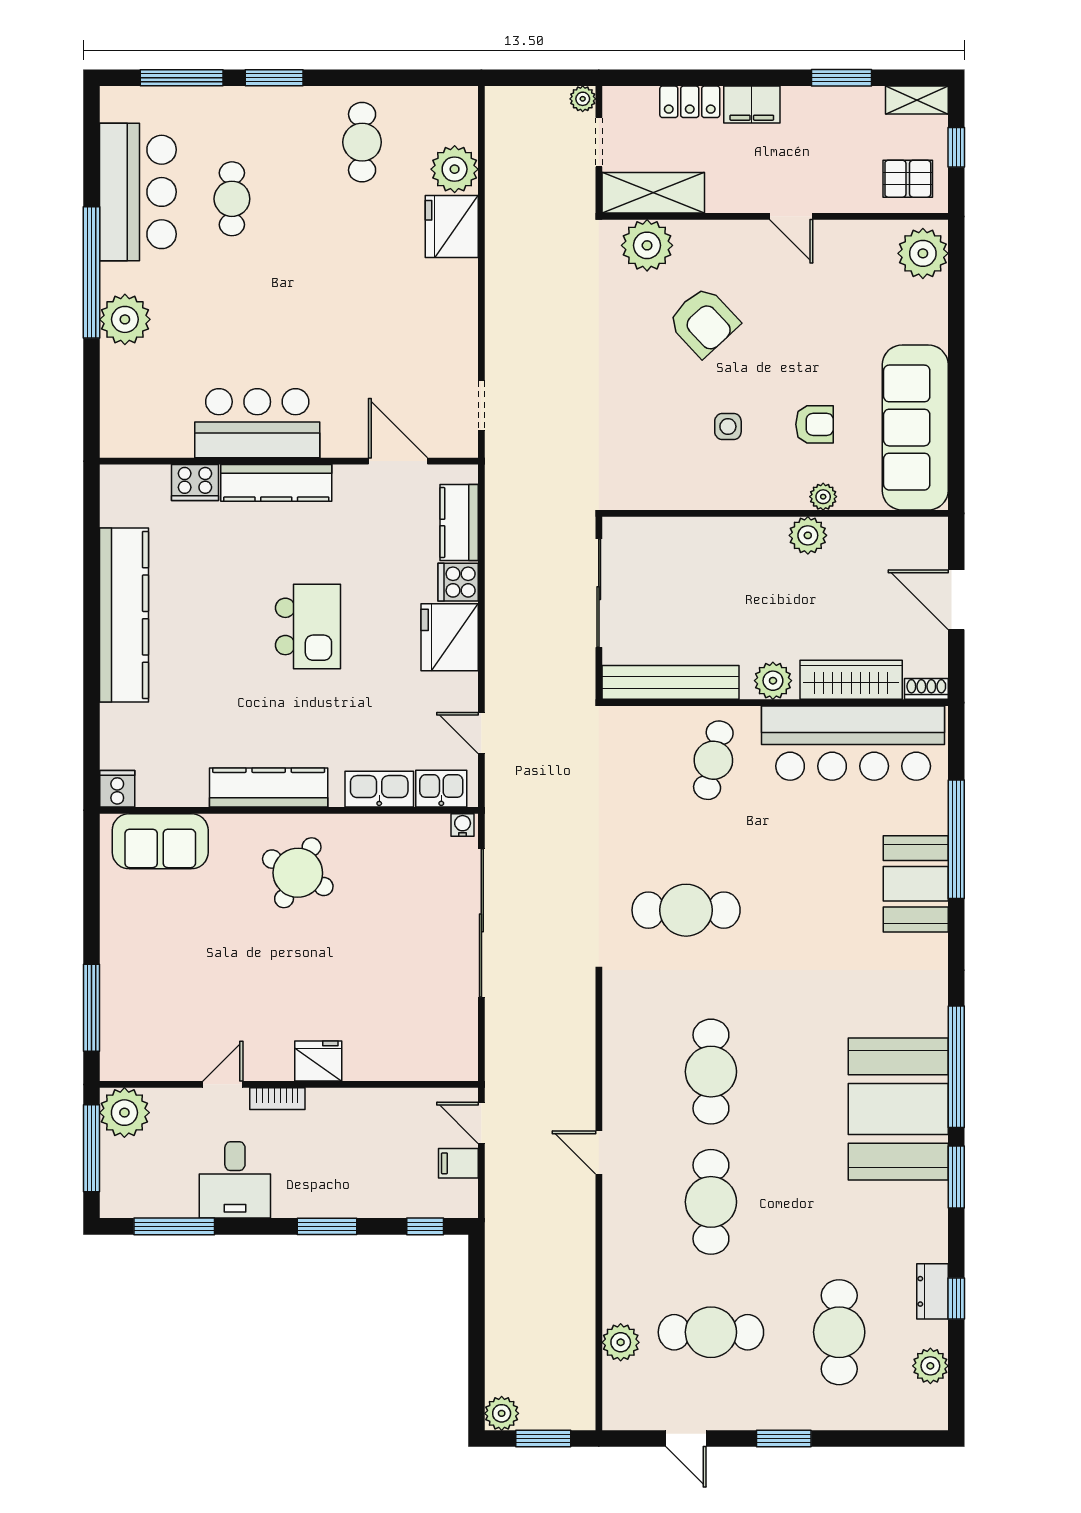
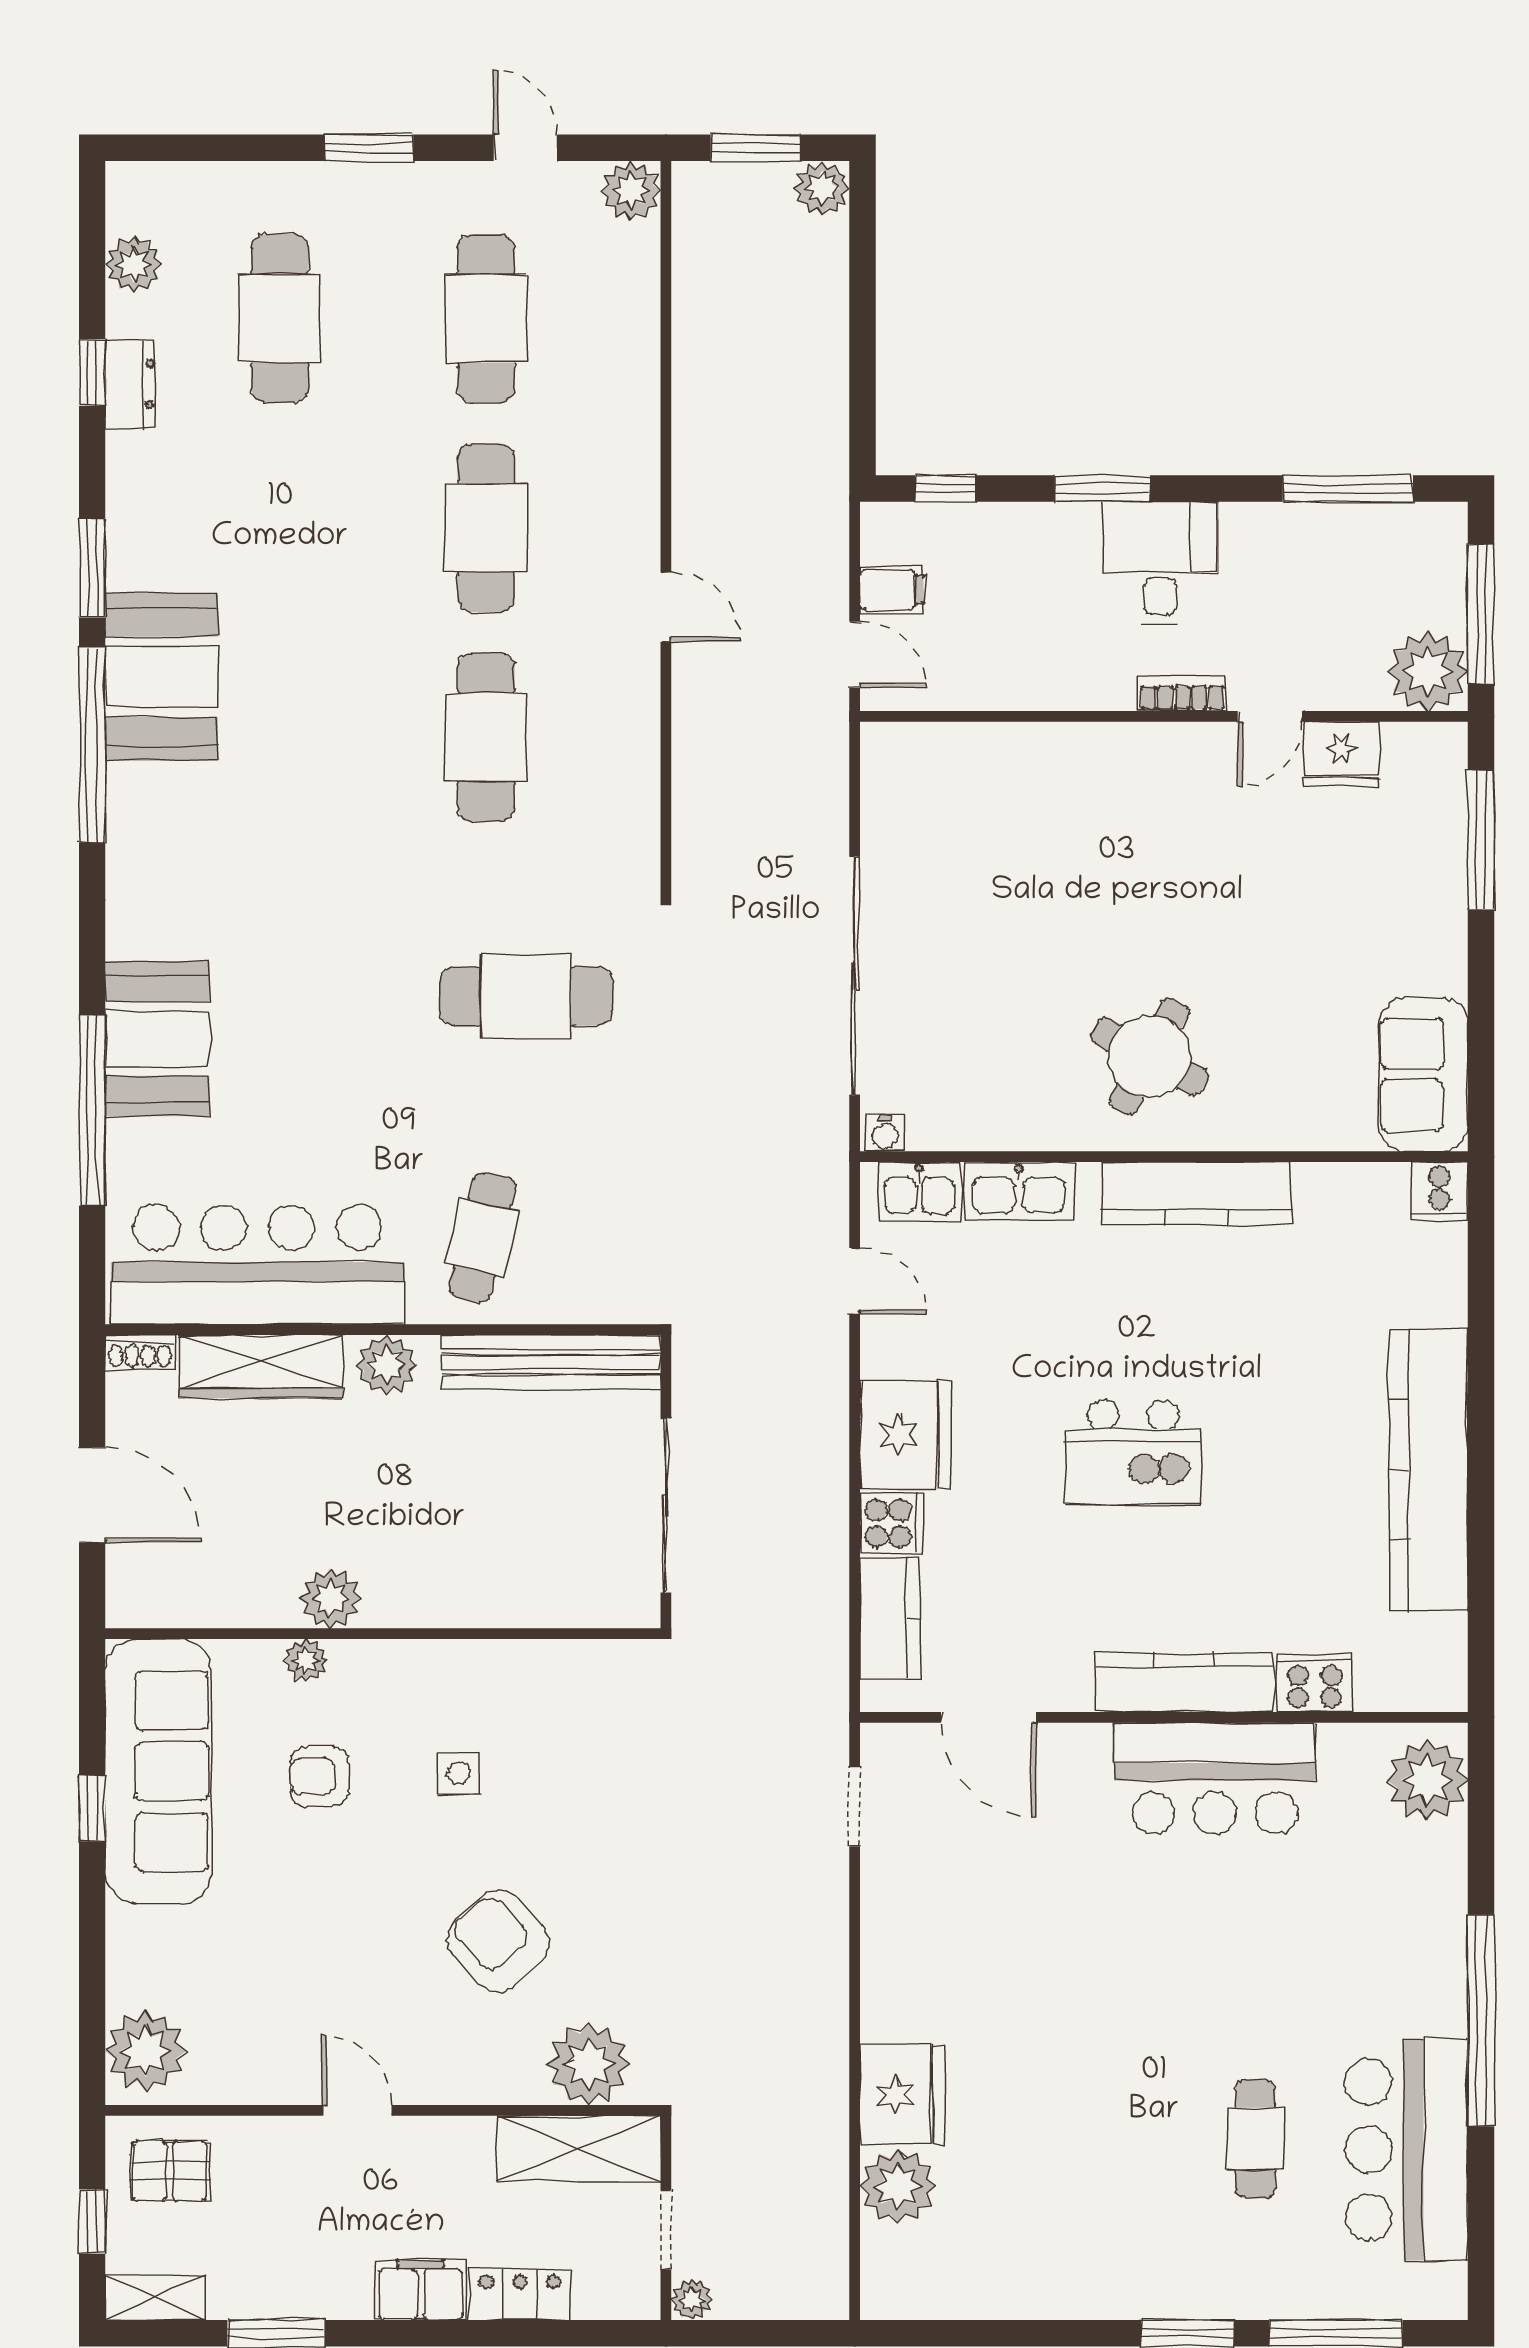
cafe table: (362, 142) -> (1046, 2230), removed
plant: (125, 319) -> (1427, 1780), moved
window: (956, 405) -> (92, 1808), added
kitchen island: (308, 626) -> (1133, 1452), turned -90
sofa: (160, 841) -> (1423, 1075), moved, turned -90
fridge: (318, 1061) -> (1341, 754), moved
booth: (898, 1109) -> (161, 677), width x0.73, depth x0.70
desk: (235, 1180) -> (1160, 563), moved
cafe table: (711, 1332) -> (486, 318), turned 90
plant: (621, 1342) -> (631, 191), moved

